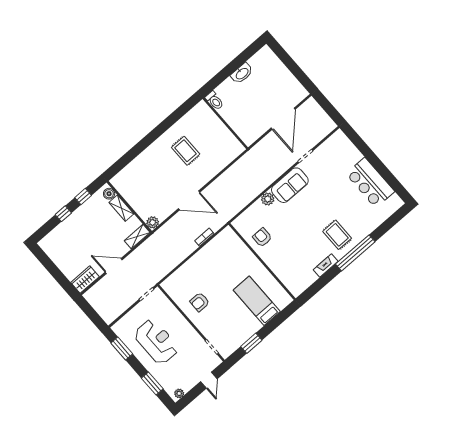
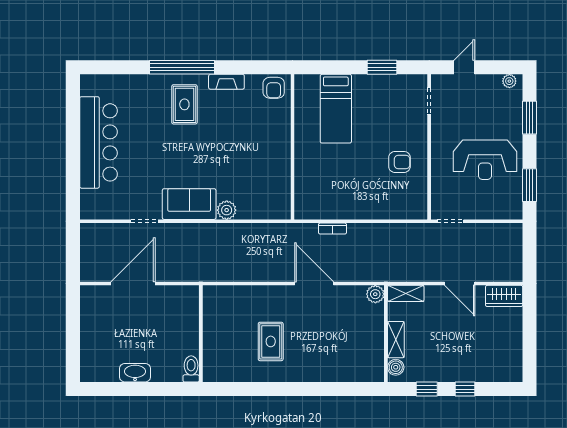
bar counter: (370, 183) -> (98, 142), width x1.36
armchair: (262, 237) -> (274, 88), moved
reception desk: (156, 342) -> (485, 160), turned -90

